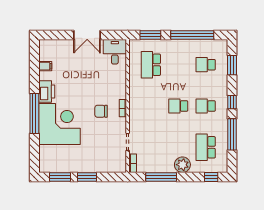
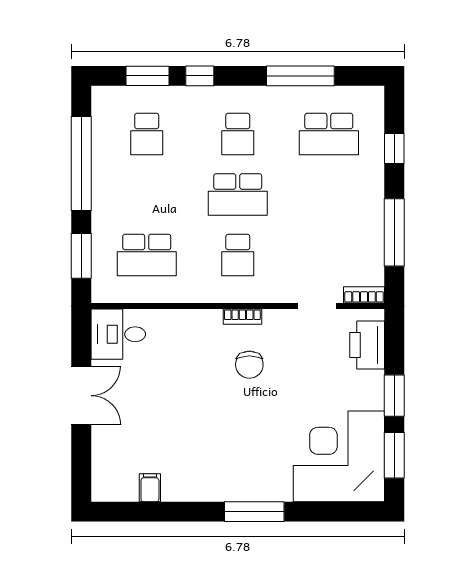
printer: (47, 91) -> (367, 345), moved, turned -90
window: (232, 102) -> (200, 76), moved
school desk: (151, 106) -> (238, 255), added
school desk: (178, 106) -> (238, 194), width x1.85
window: (34, 113) -> (254, 512), width x0.68
corner desk: (59, 124) -> (339, 456), moved
plant: (182, 165) -> (367, 185), removed
window: (211, 177) -> (394, 149), moved

